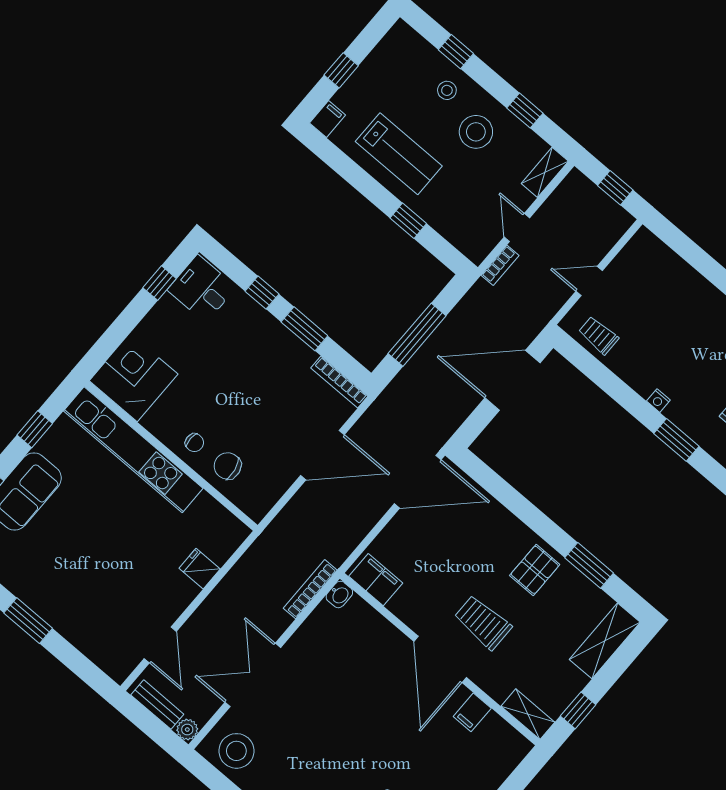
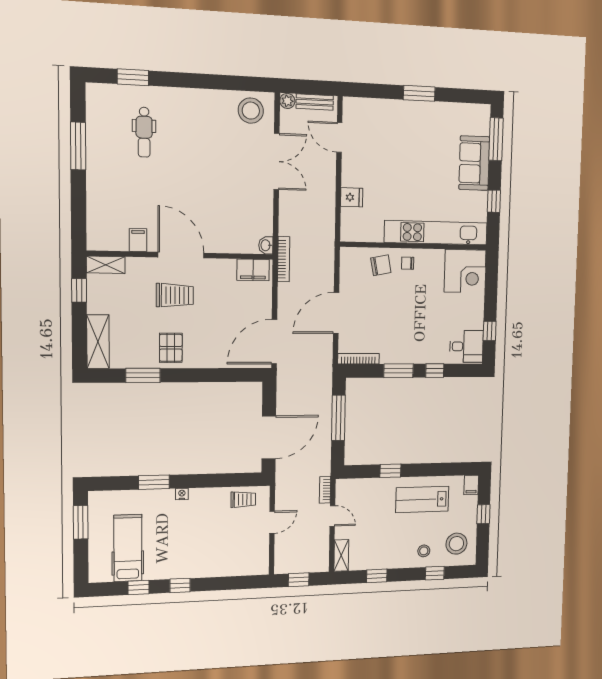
stool: (476, 132) -> (456, 544), moved
bookcase: (310, 589) -> (284, 259), moved

